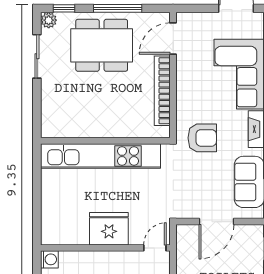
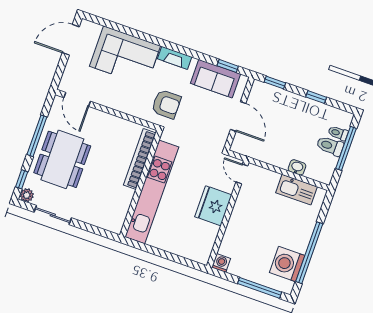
bookcase: (162, 91) -> (140, 159), moved, turned 90
armchair: (202, 138) -> (166, 104), turned 90

